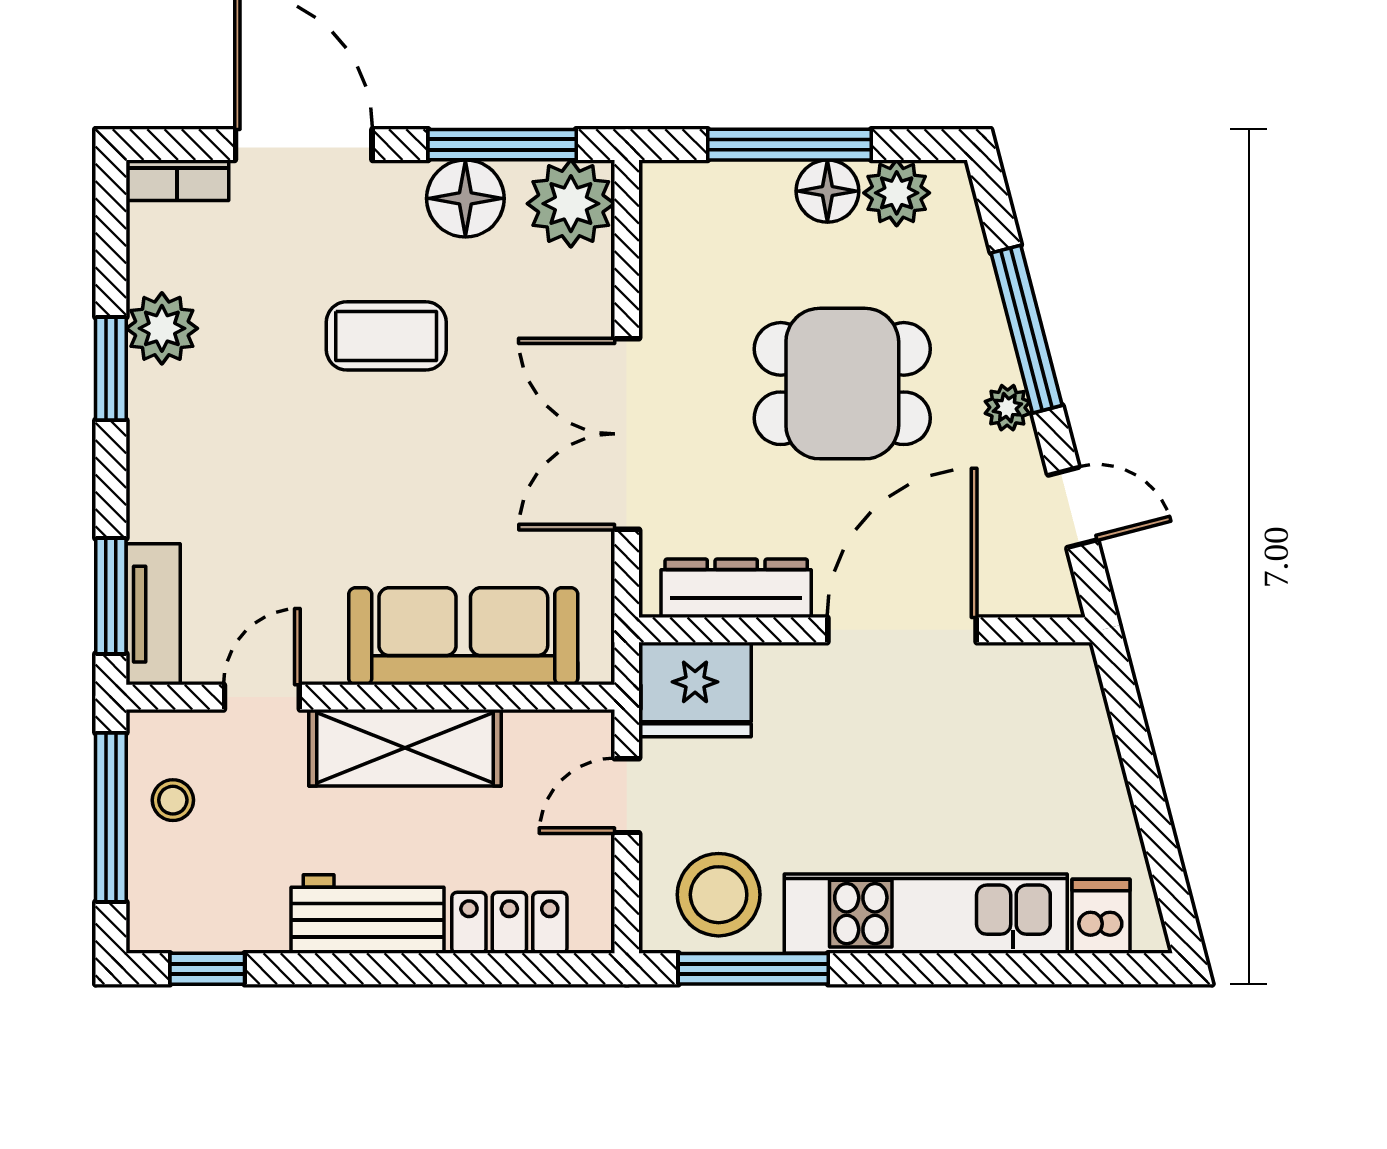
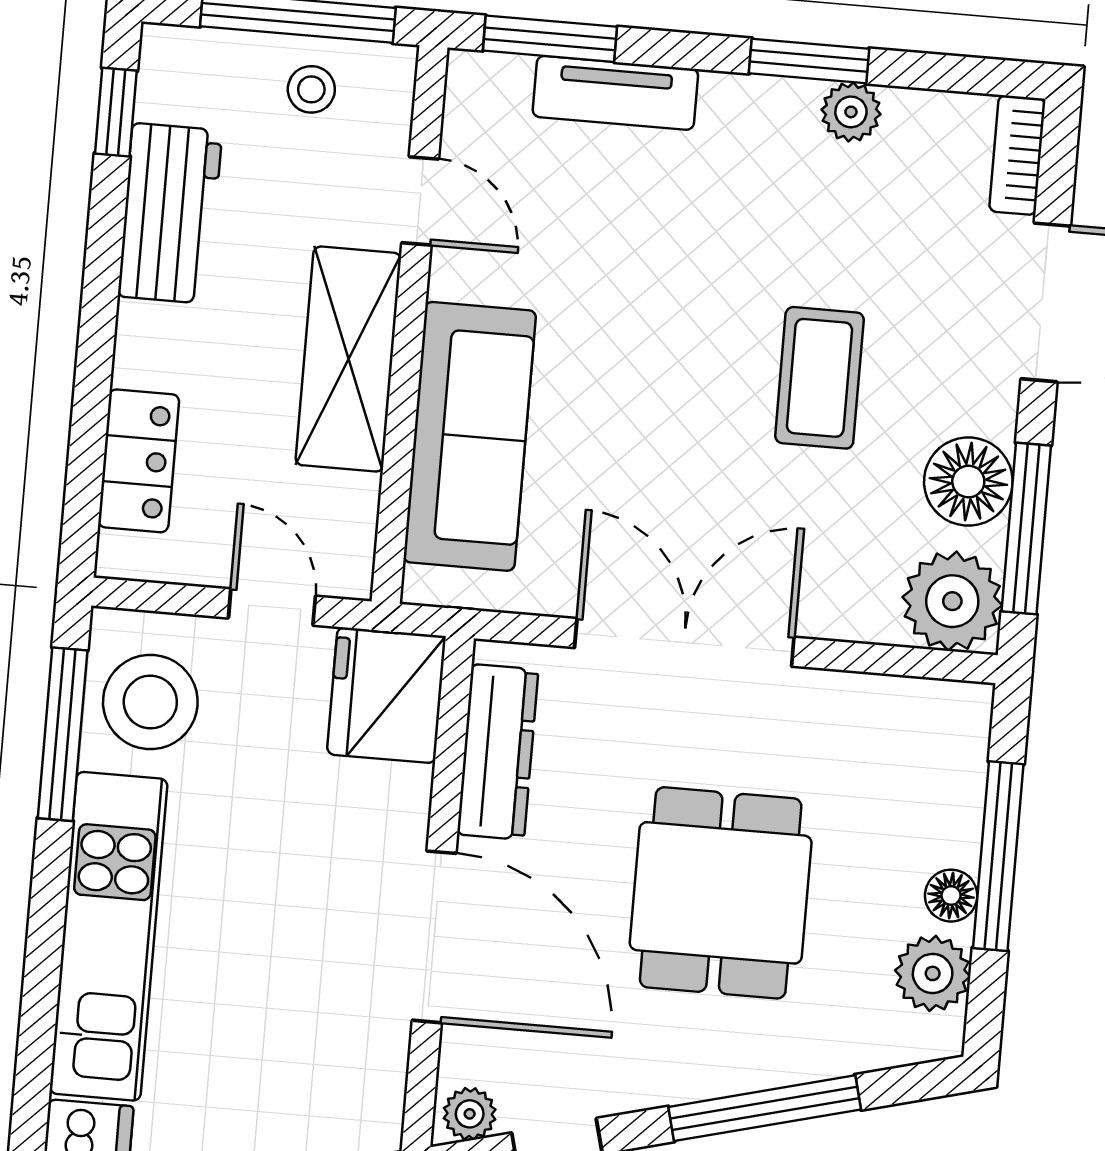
floor lamp: (827, 191) -> (951, 896), width x0.73, depth x0.73
plant: (162, 328) -> (851, 112), width x0.73, depth x0.73
plant: (1007, 408) -> (470, 1114), moved
tv unit: (153, 614) -> (615, 93), moved
workbench: (367, 914) -> (170, 213), moved

